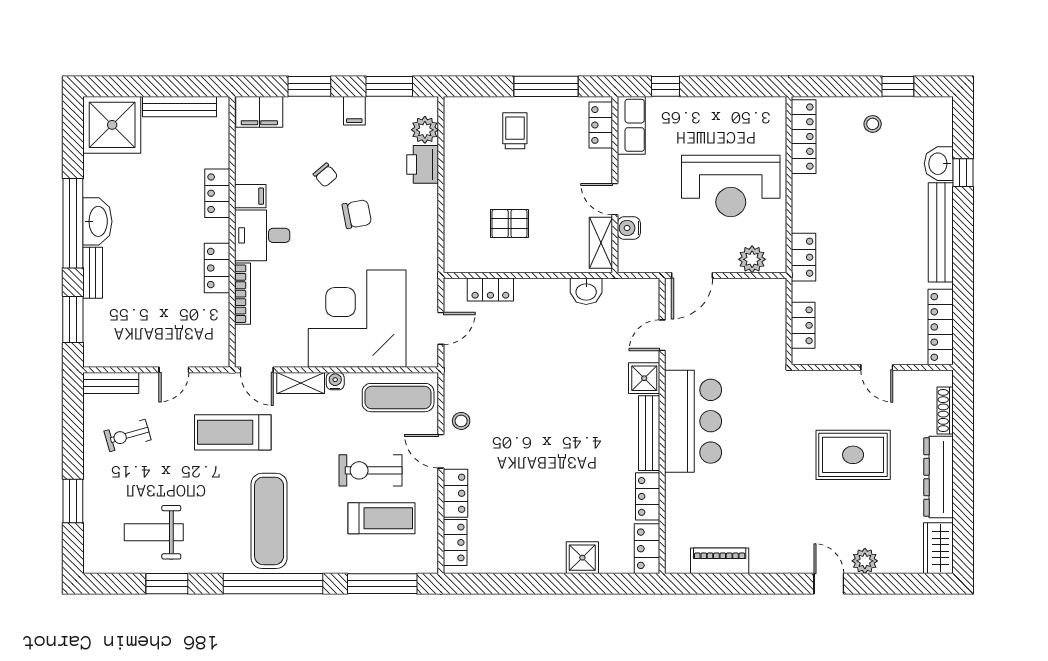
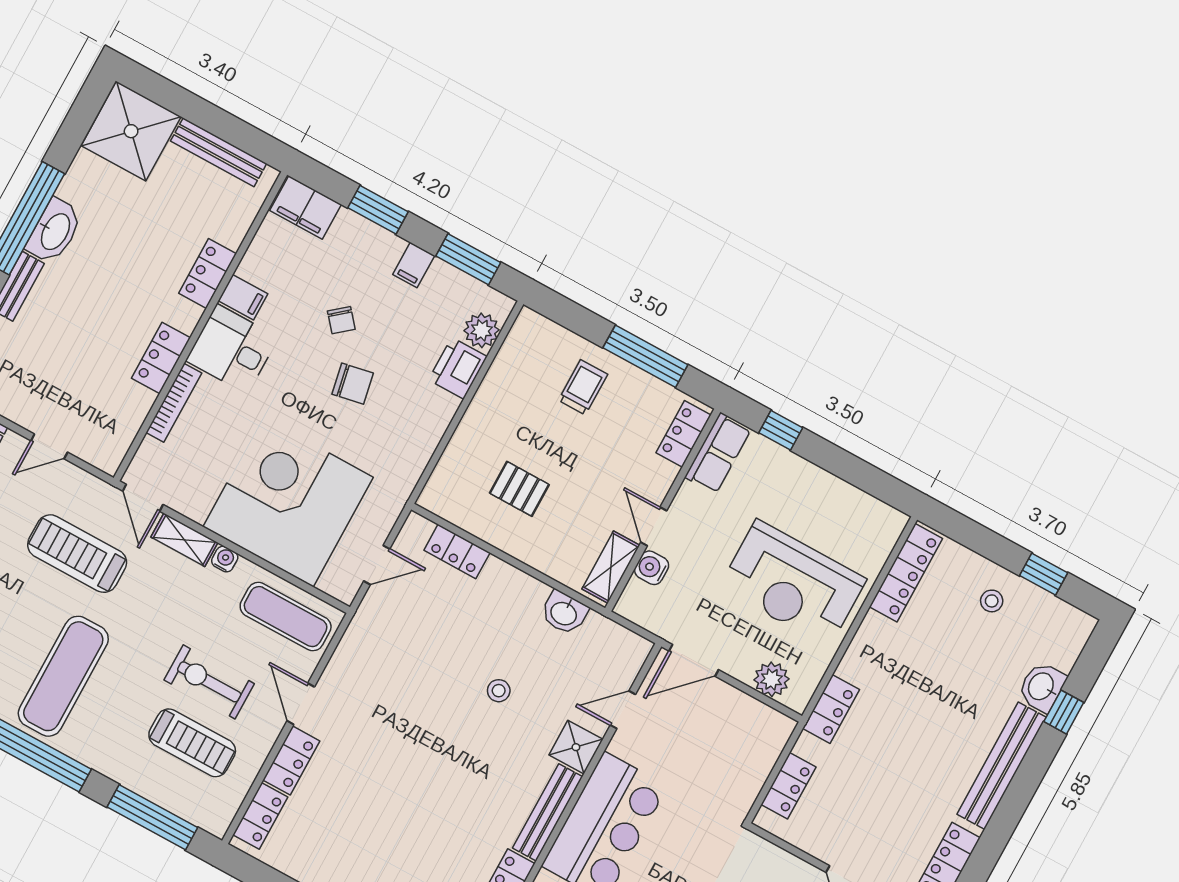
stool: (461, 421) -> (499, 691), moved

